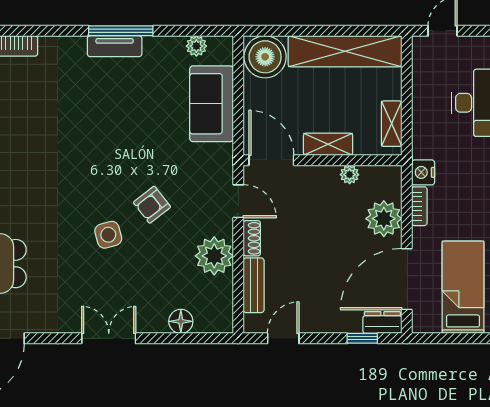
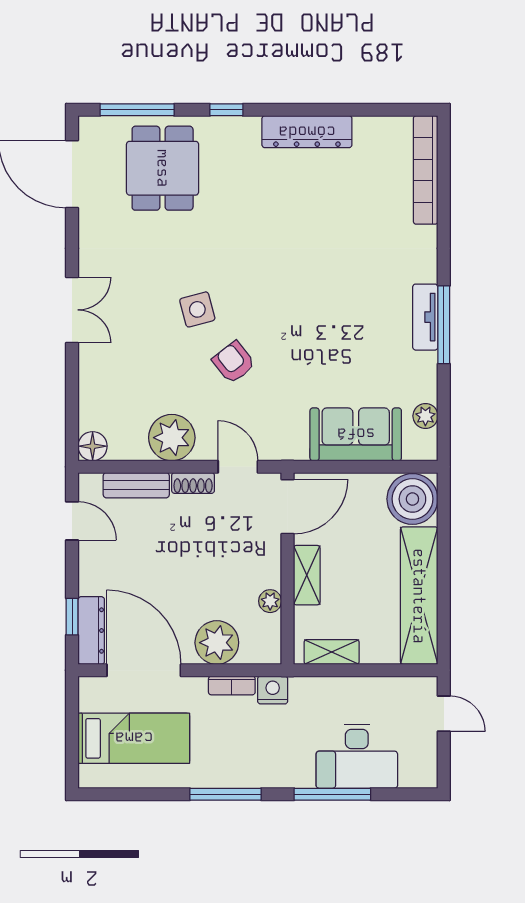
door: (238, 201) -> (238, 467), swing flipped
floor lamp: (181, 321) -> (93, 446), moved
dresser: (382, 323) -> (91, 631), width x1.44

